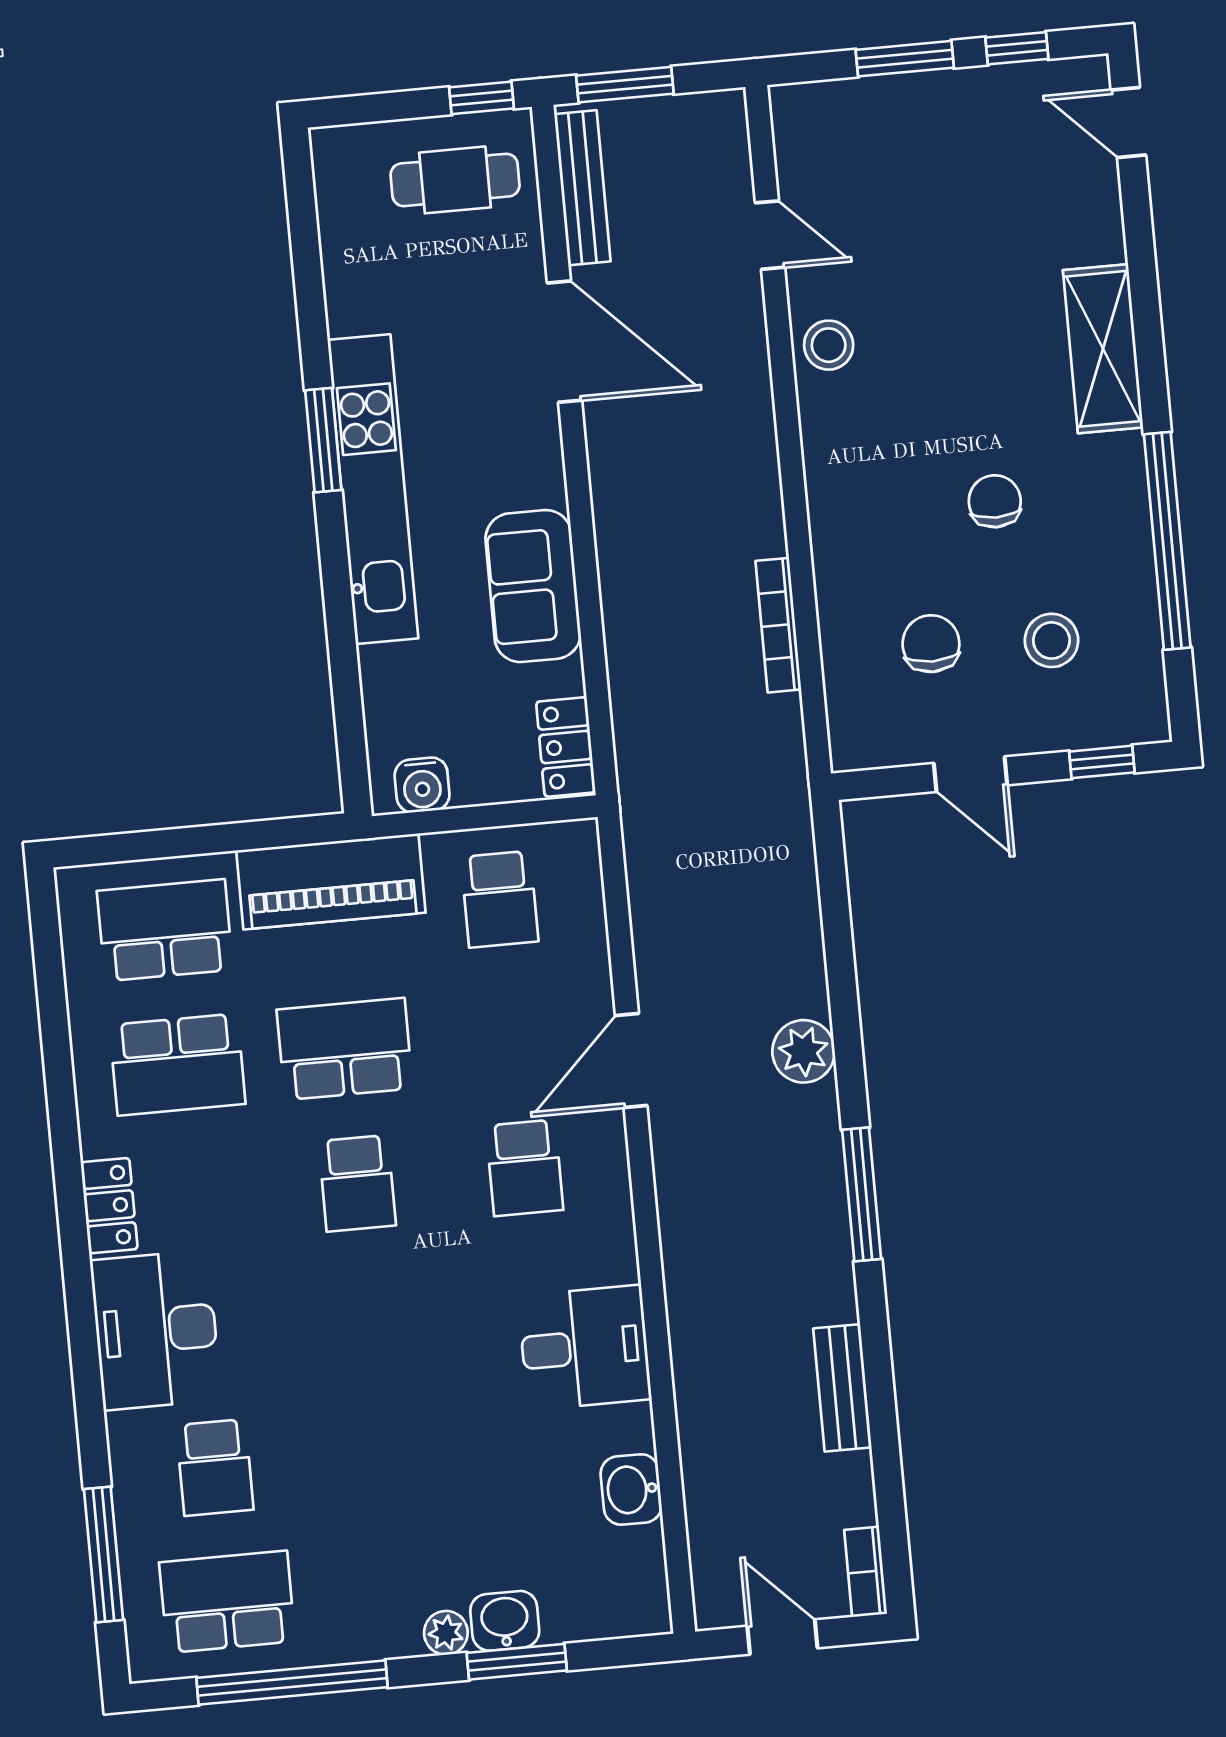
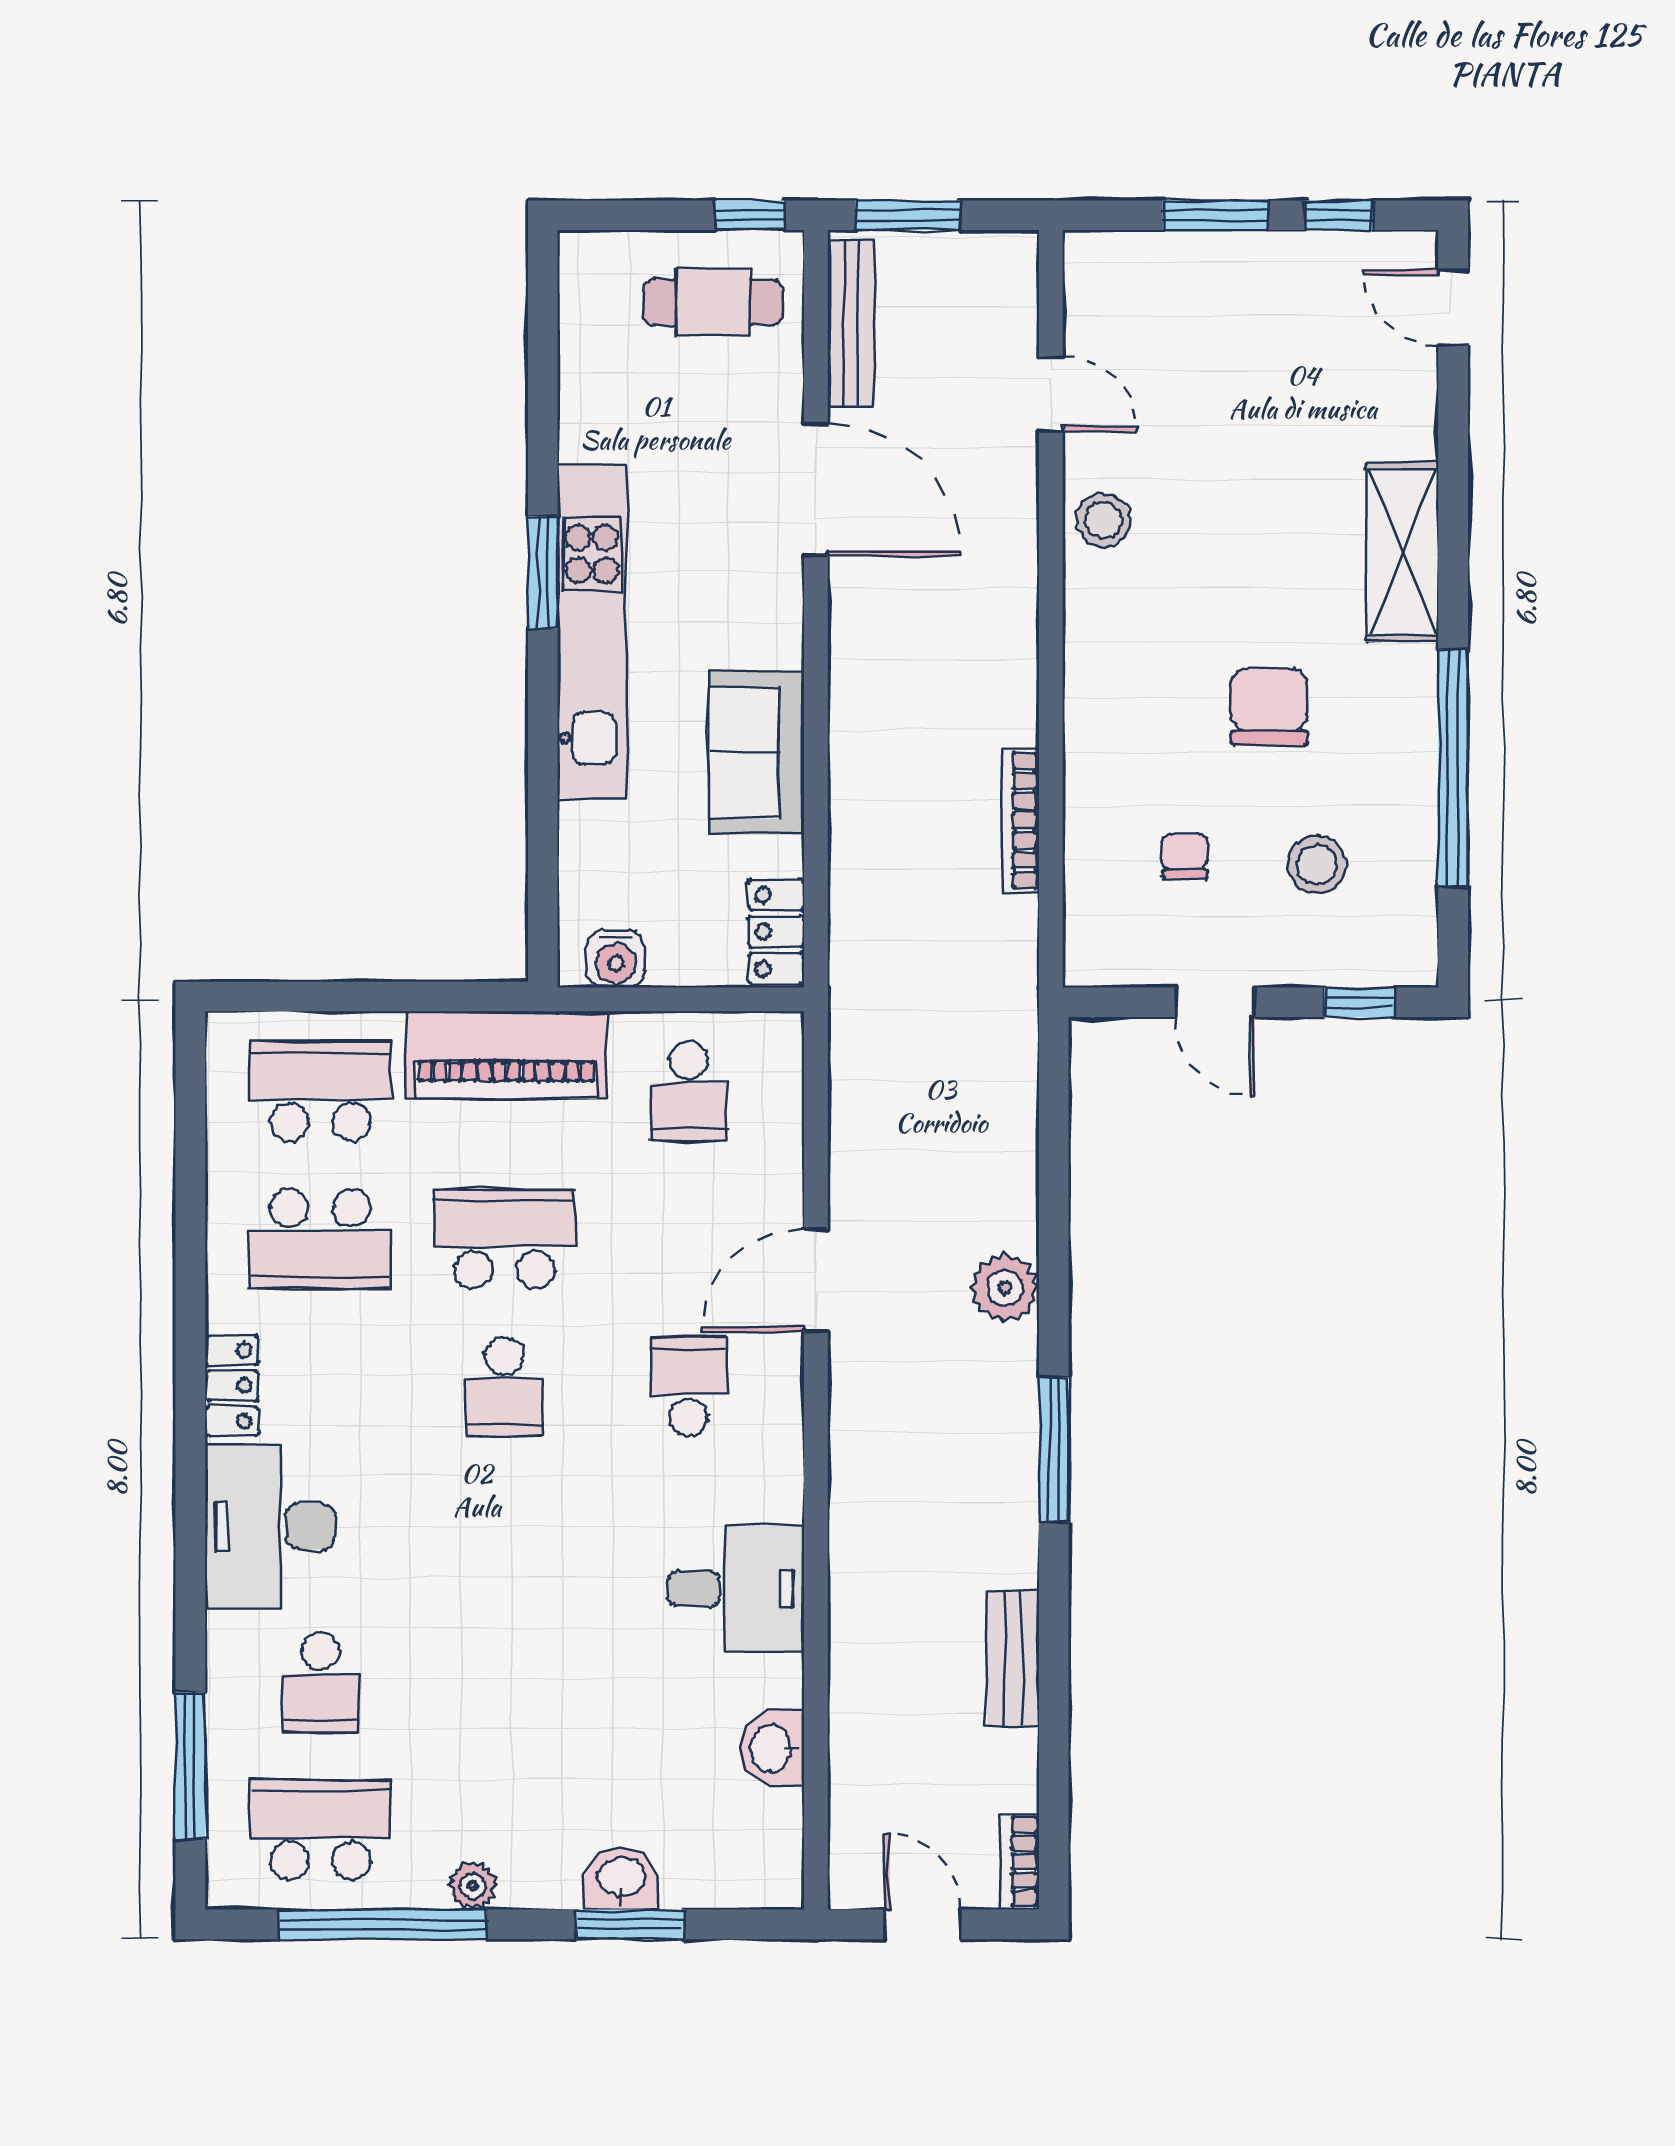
chair: (995, 501) -> (1269, 707), width x1.37, depth x1.37
chair: (931, 644) -> (1185, 856), width x0.73, depth x0.73
school desk: (525, 1168) -> (689, 1387), turned 180
plant: (446, 1633) -> (473, 1886), moved

